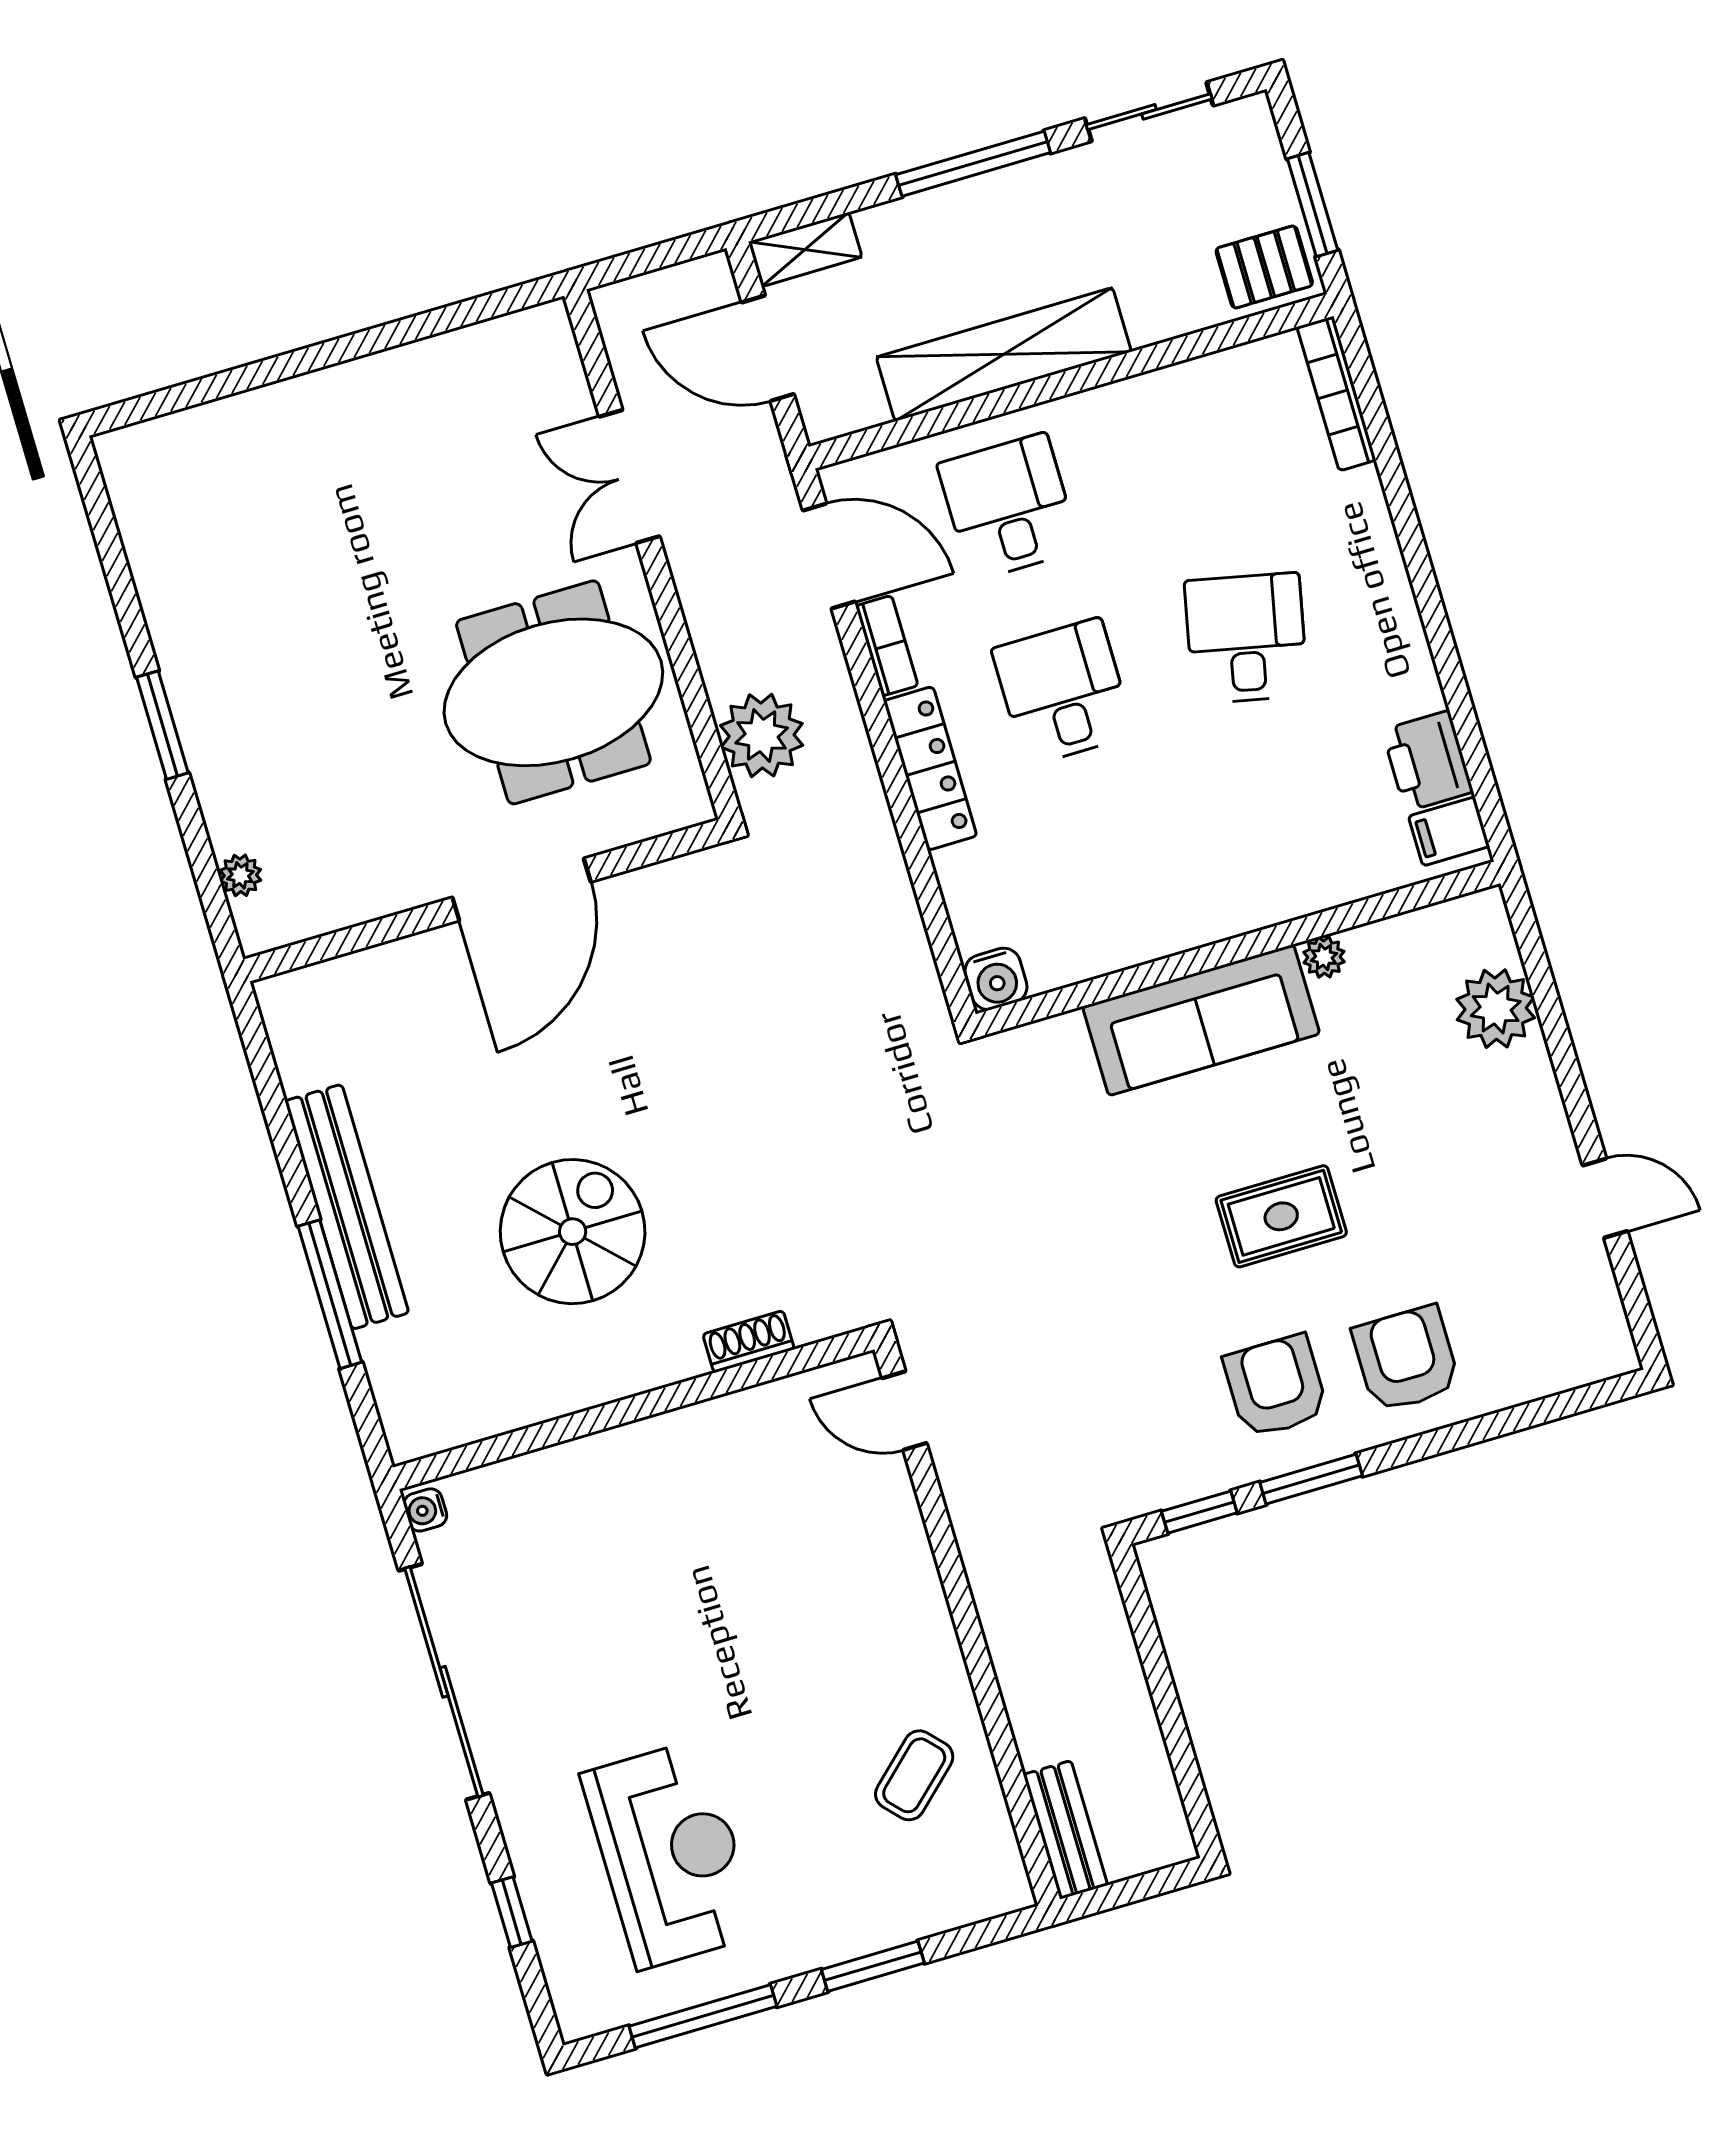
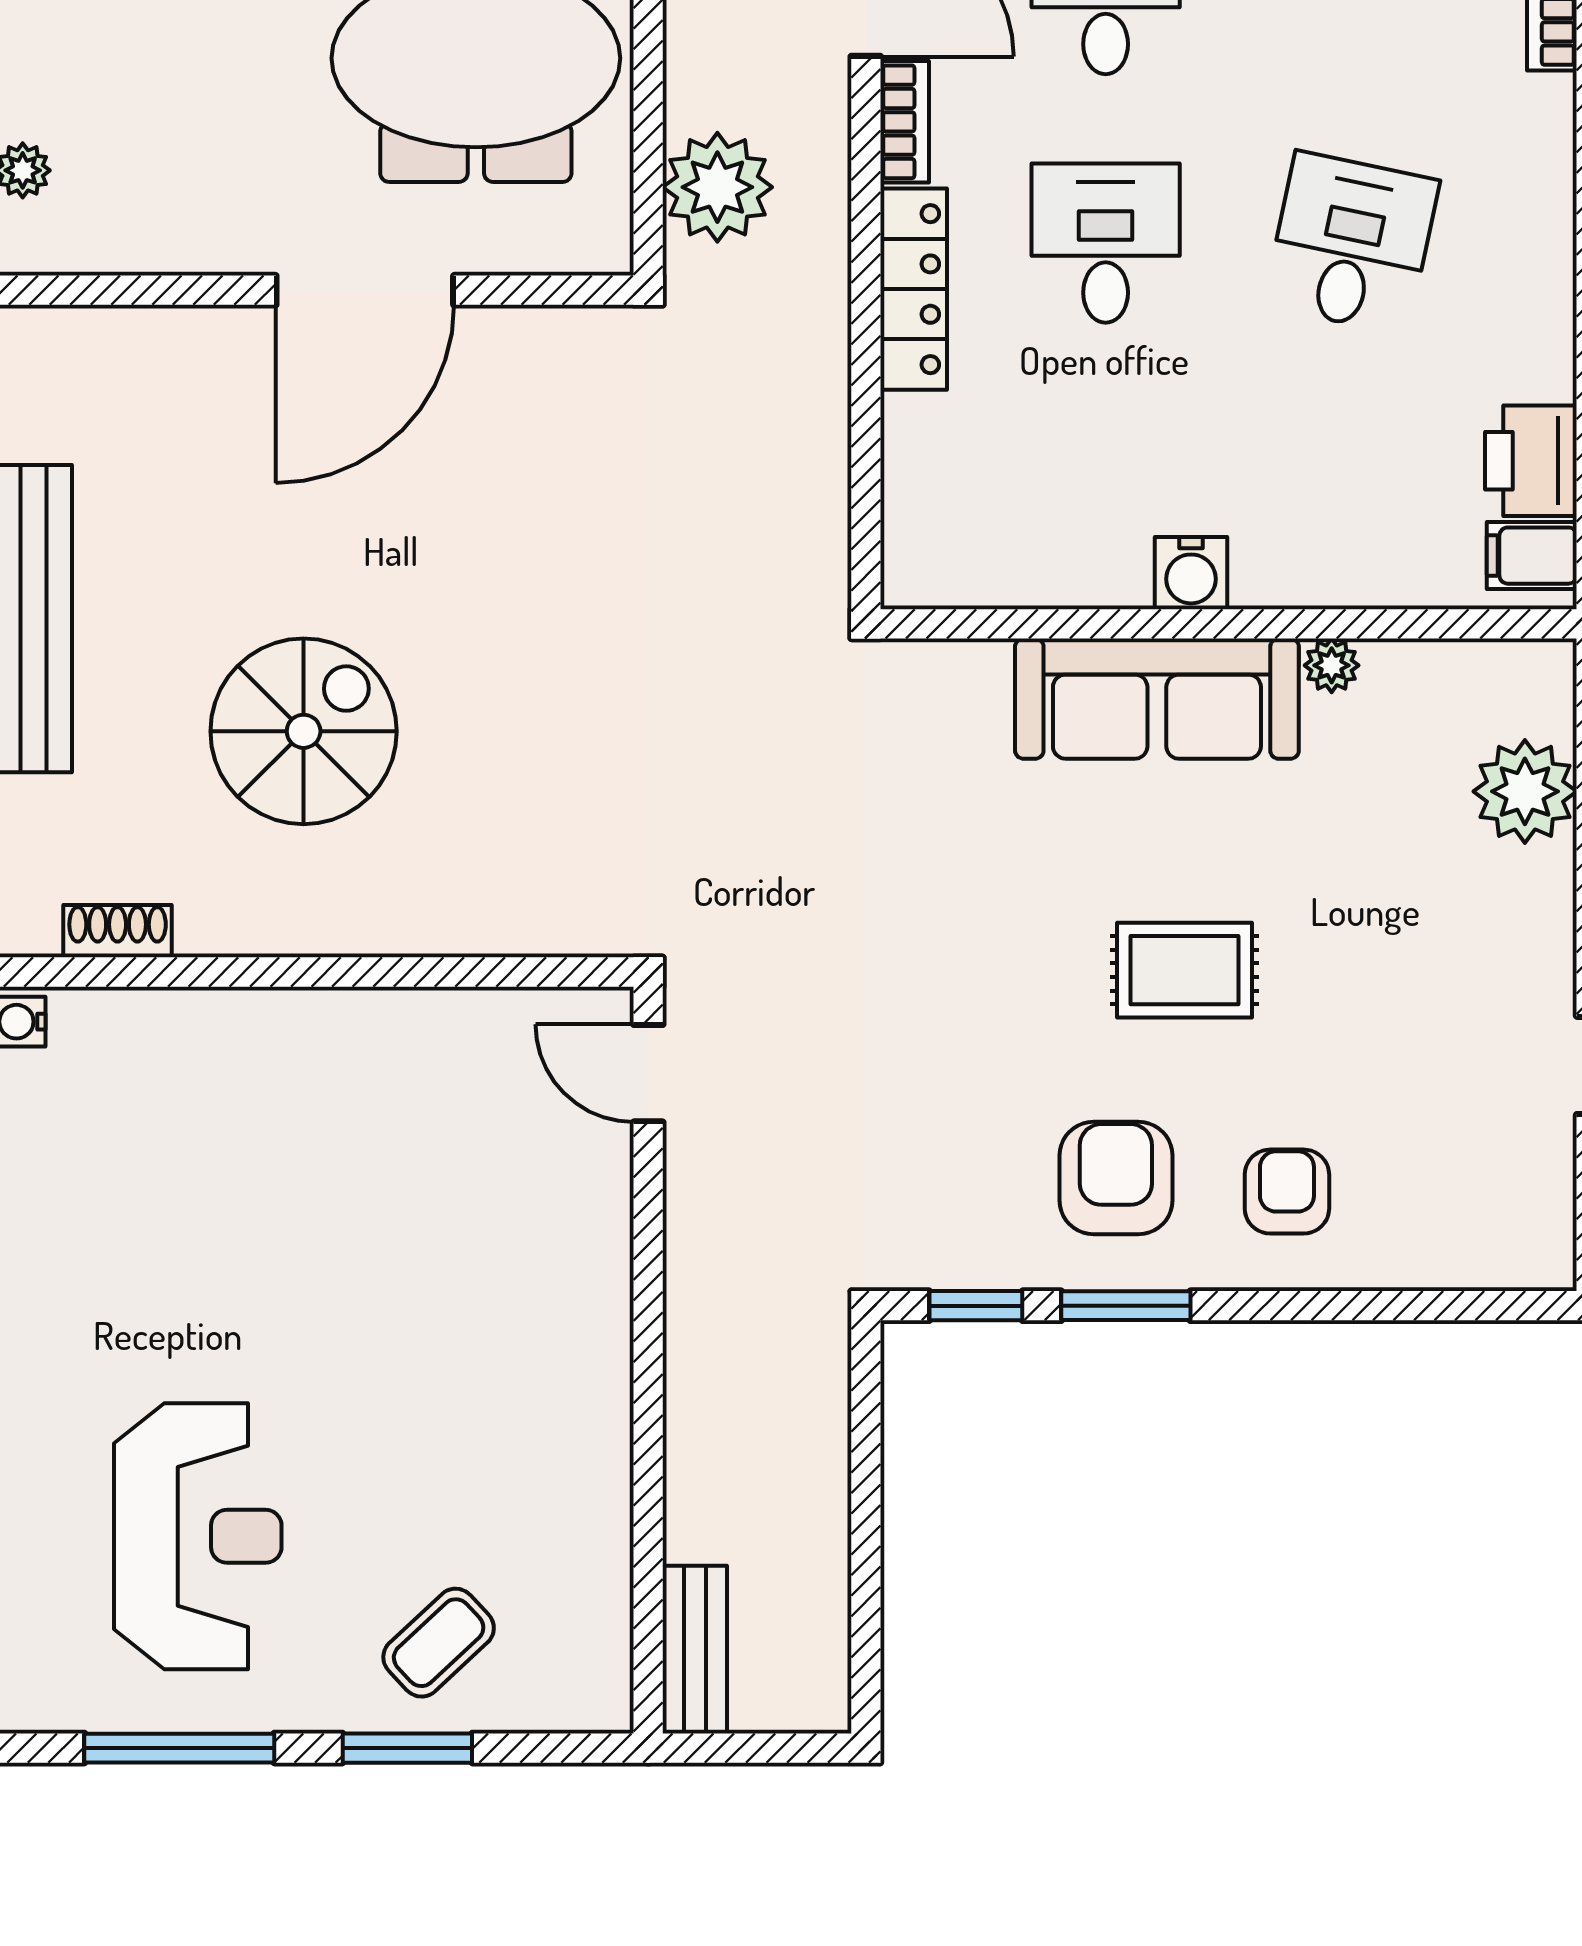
water cooler: (996, 979) -> (1191, 573), moved
shoe rack: (749, 1342) -> (118, 931), moved
armchair: (1406, 1359) -> (1287, 1192), width x0.72, depth x0.72
coffee table: (914, 1775) -> (439, 1643), moved

